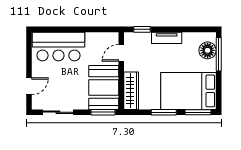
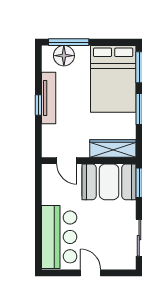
window: (142, 29) -> (38, 105), moved
tv unit: (167, 38) -> (49, 98), width x1.41
door: (29, 86) -> (91, 273), moved

